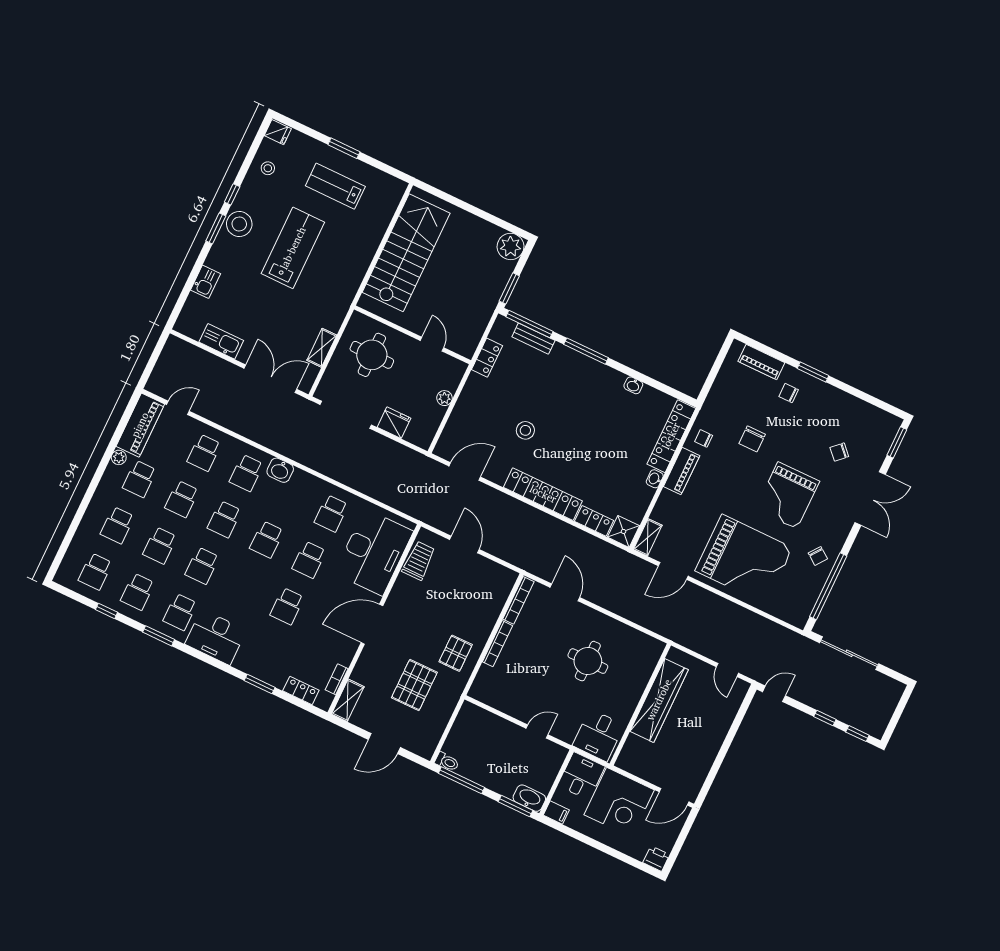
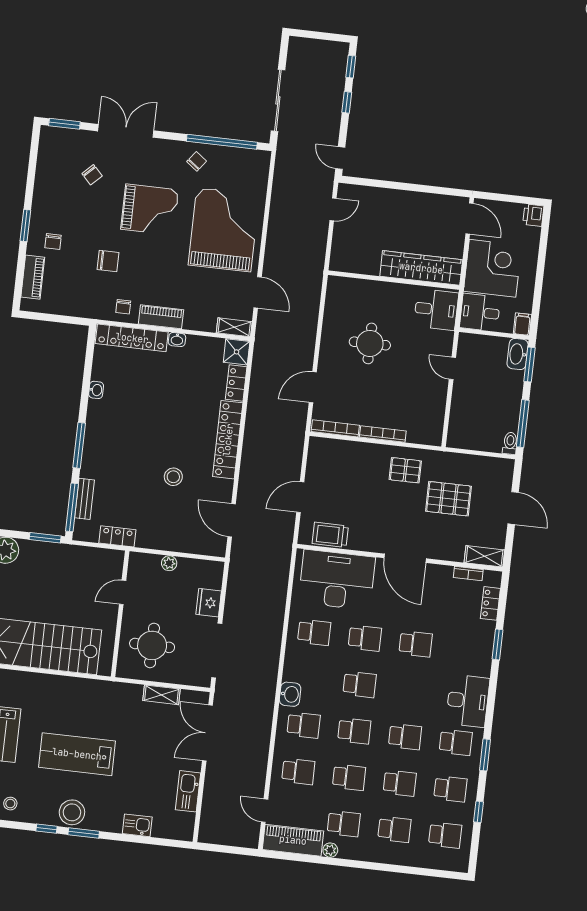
wardrobe: (659, 700) -> (421, 268), moved

